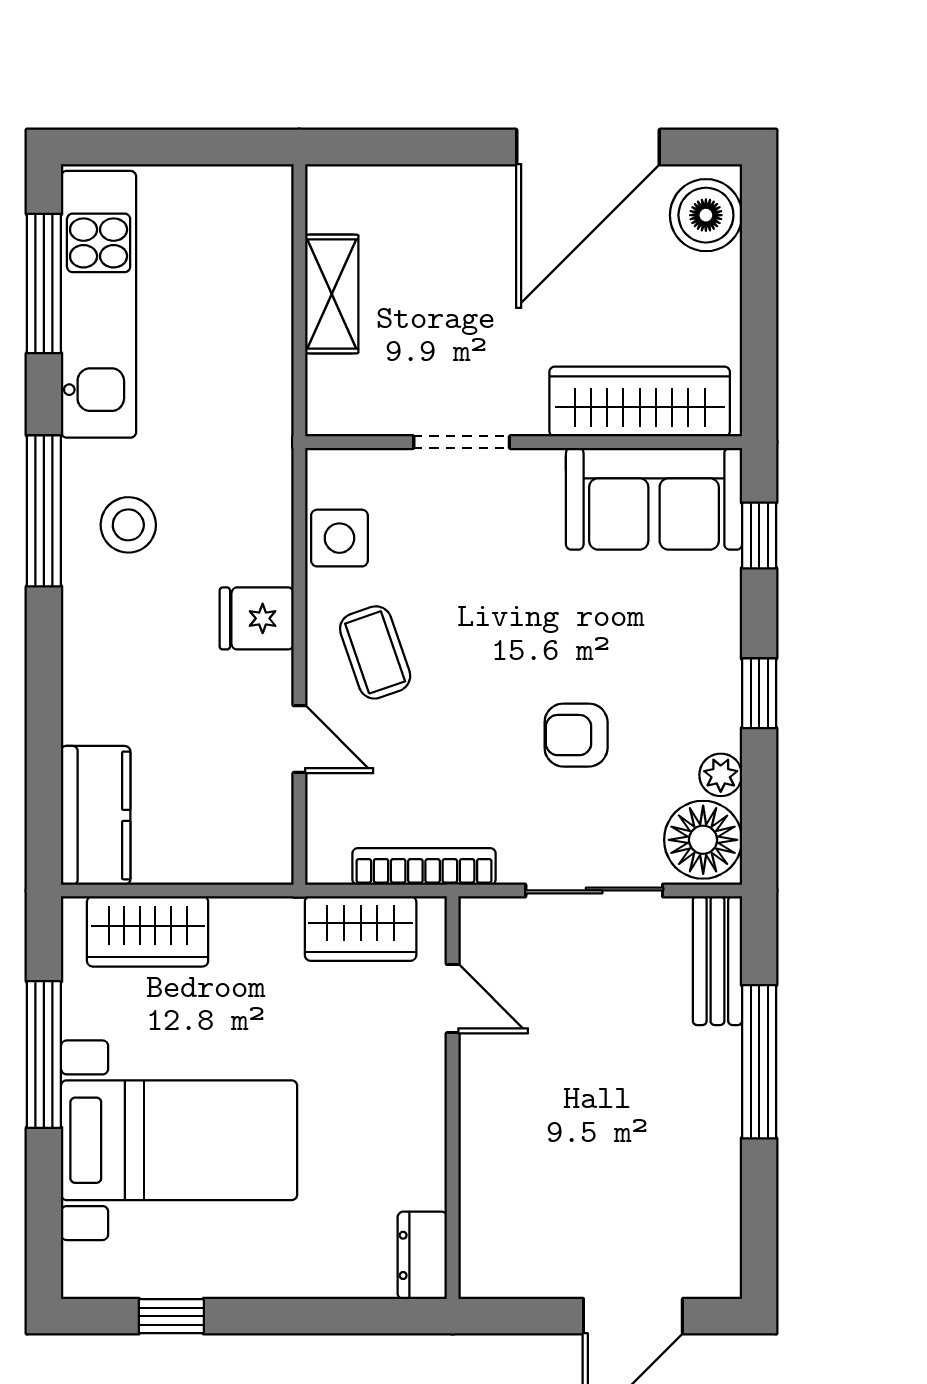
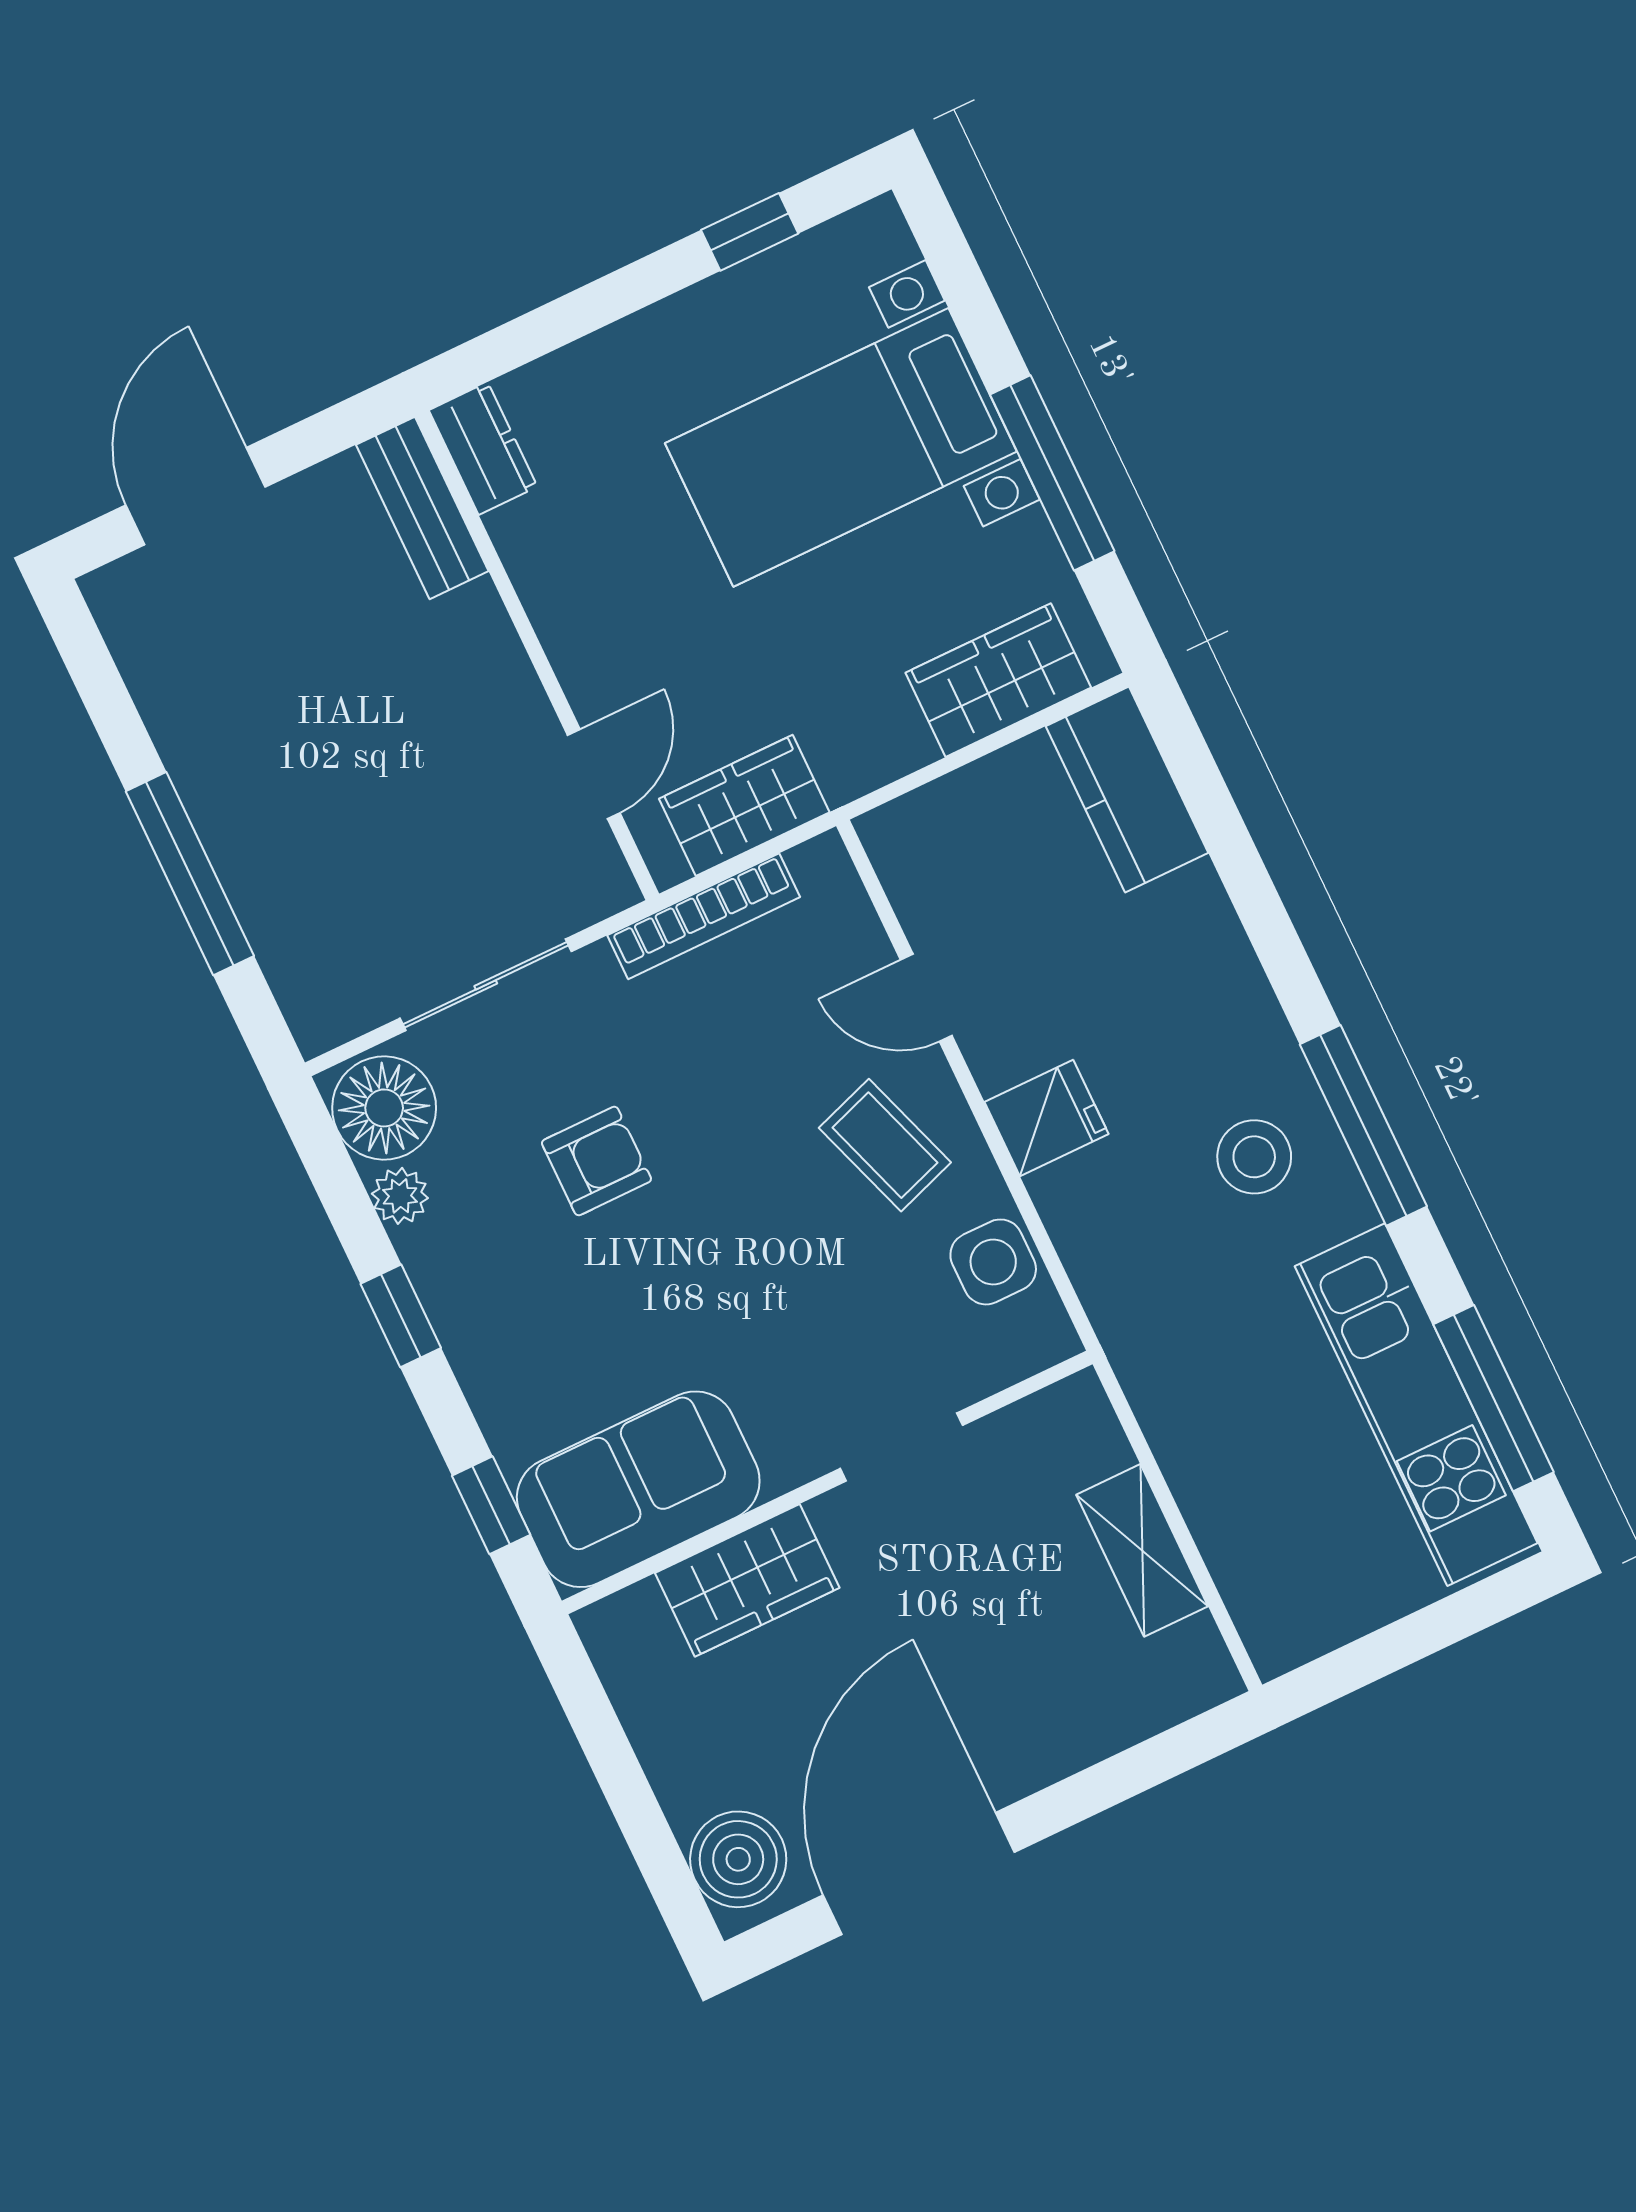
wardrobe: (640, 402) -> (747, 1580), width x0.67
bench: (717, 961) -> (422, 508), moved
door: (453, 999) -> (594, 774), swing flipped

